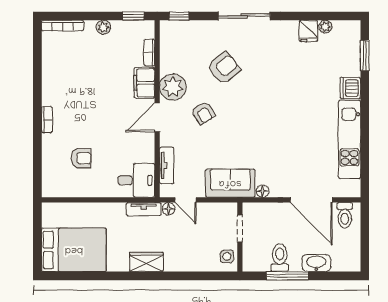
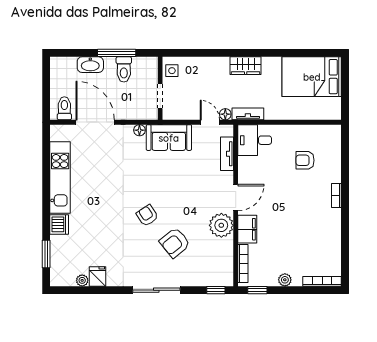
bookcase: (149, 53) -> (243, 264), width x1.56
armchair: (203, 113) -> (147, 215), moved

